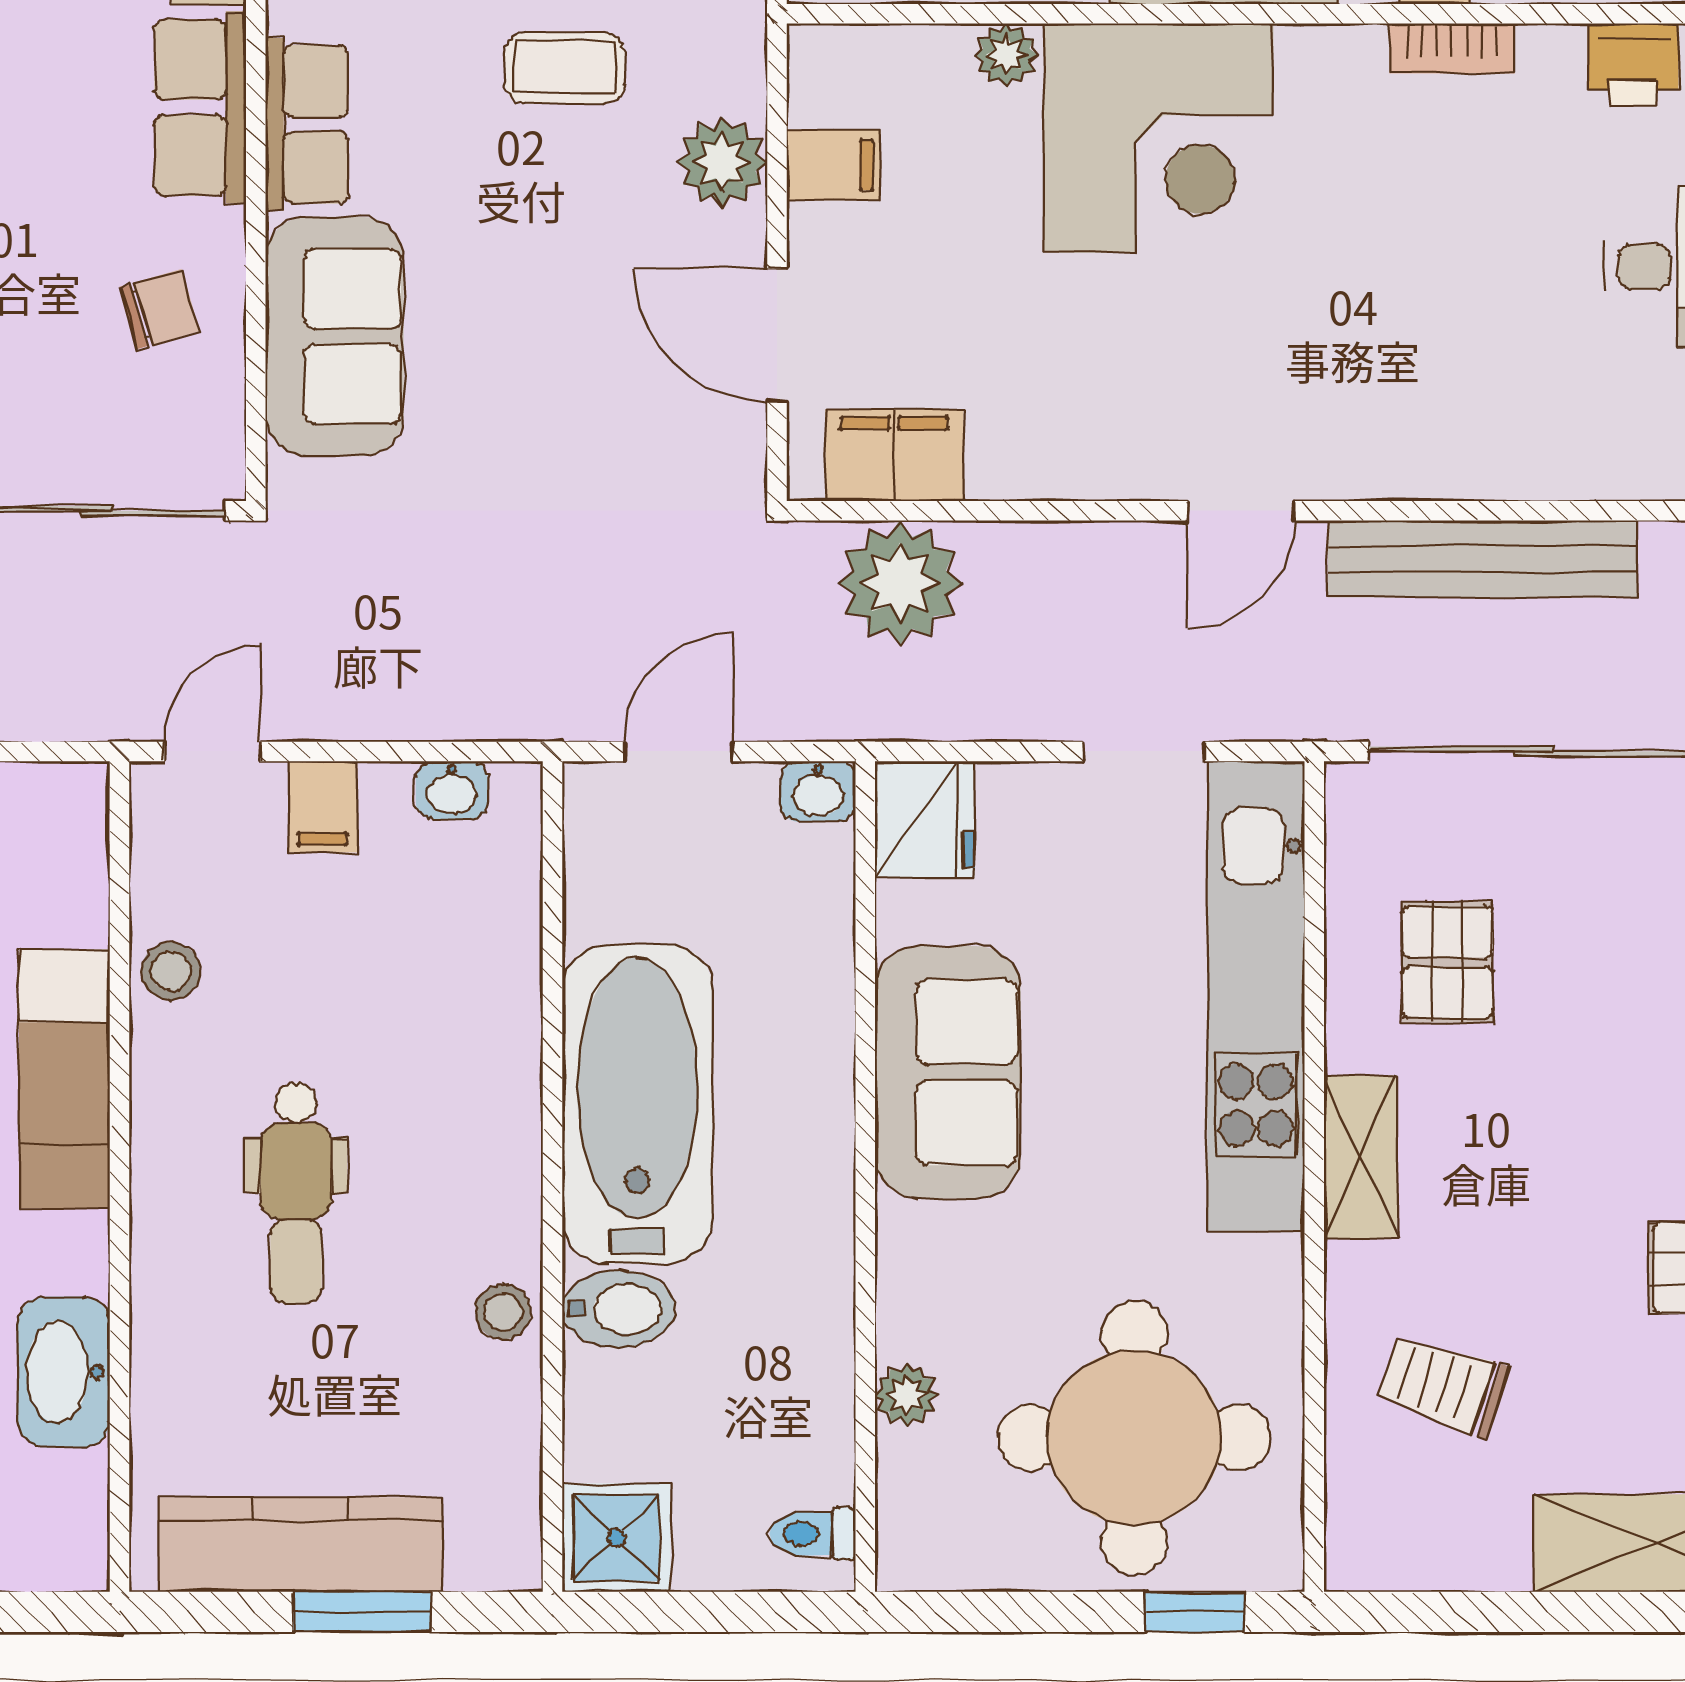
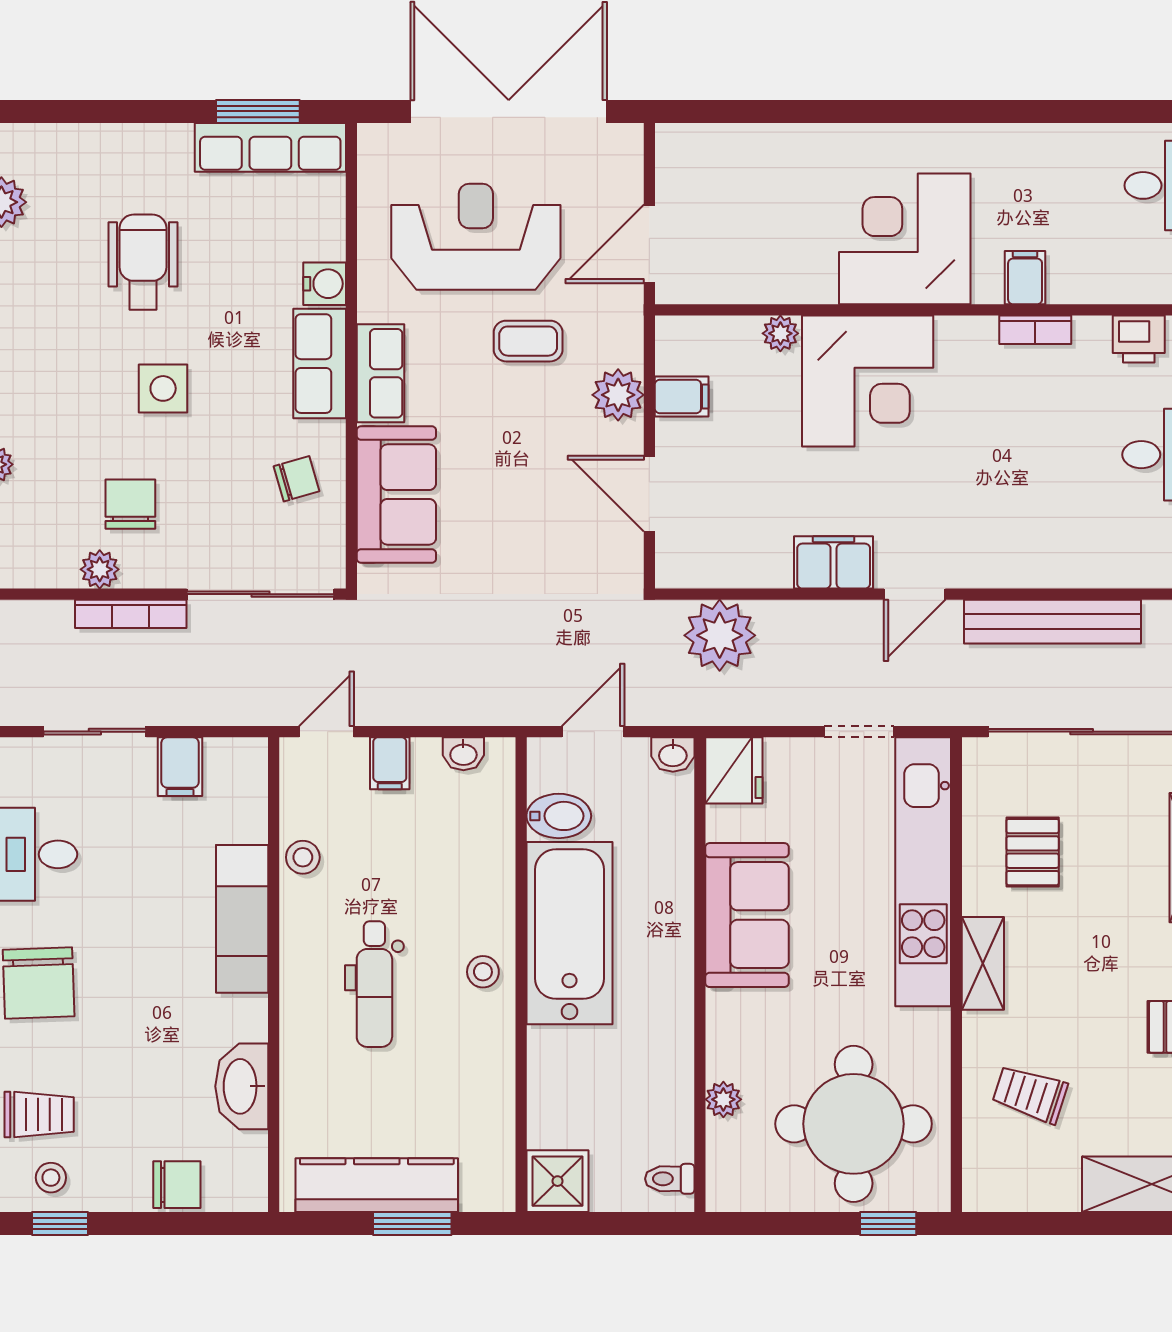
filing cabinet: (894, 455) -> (834, 562), moved
bidet: (619, 1309) -> (559, 816), moved
stool: (503, 1312) -> (483, 972), moved

